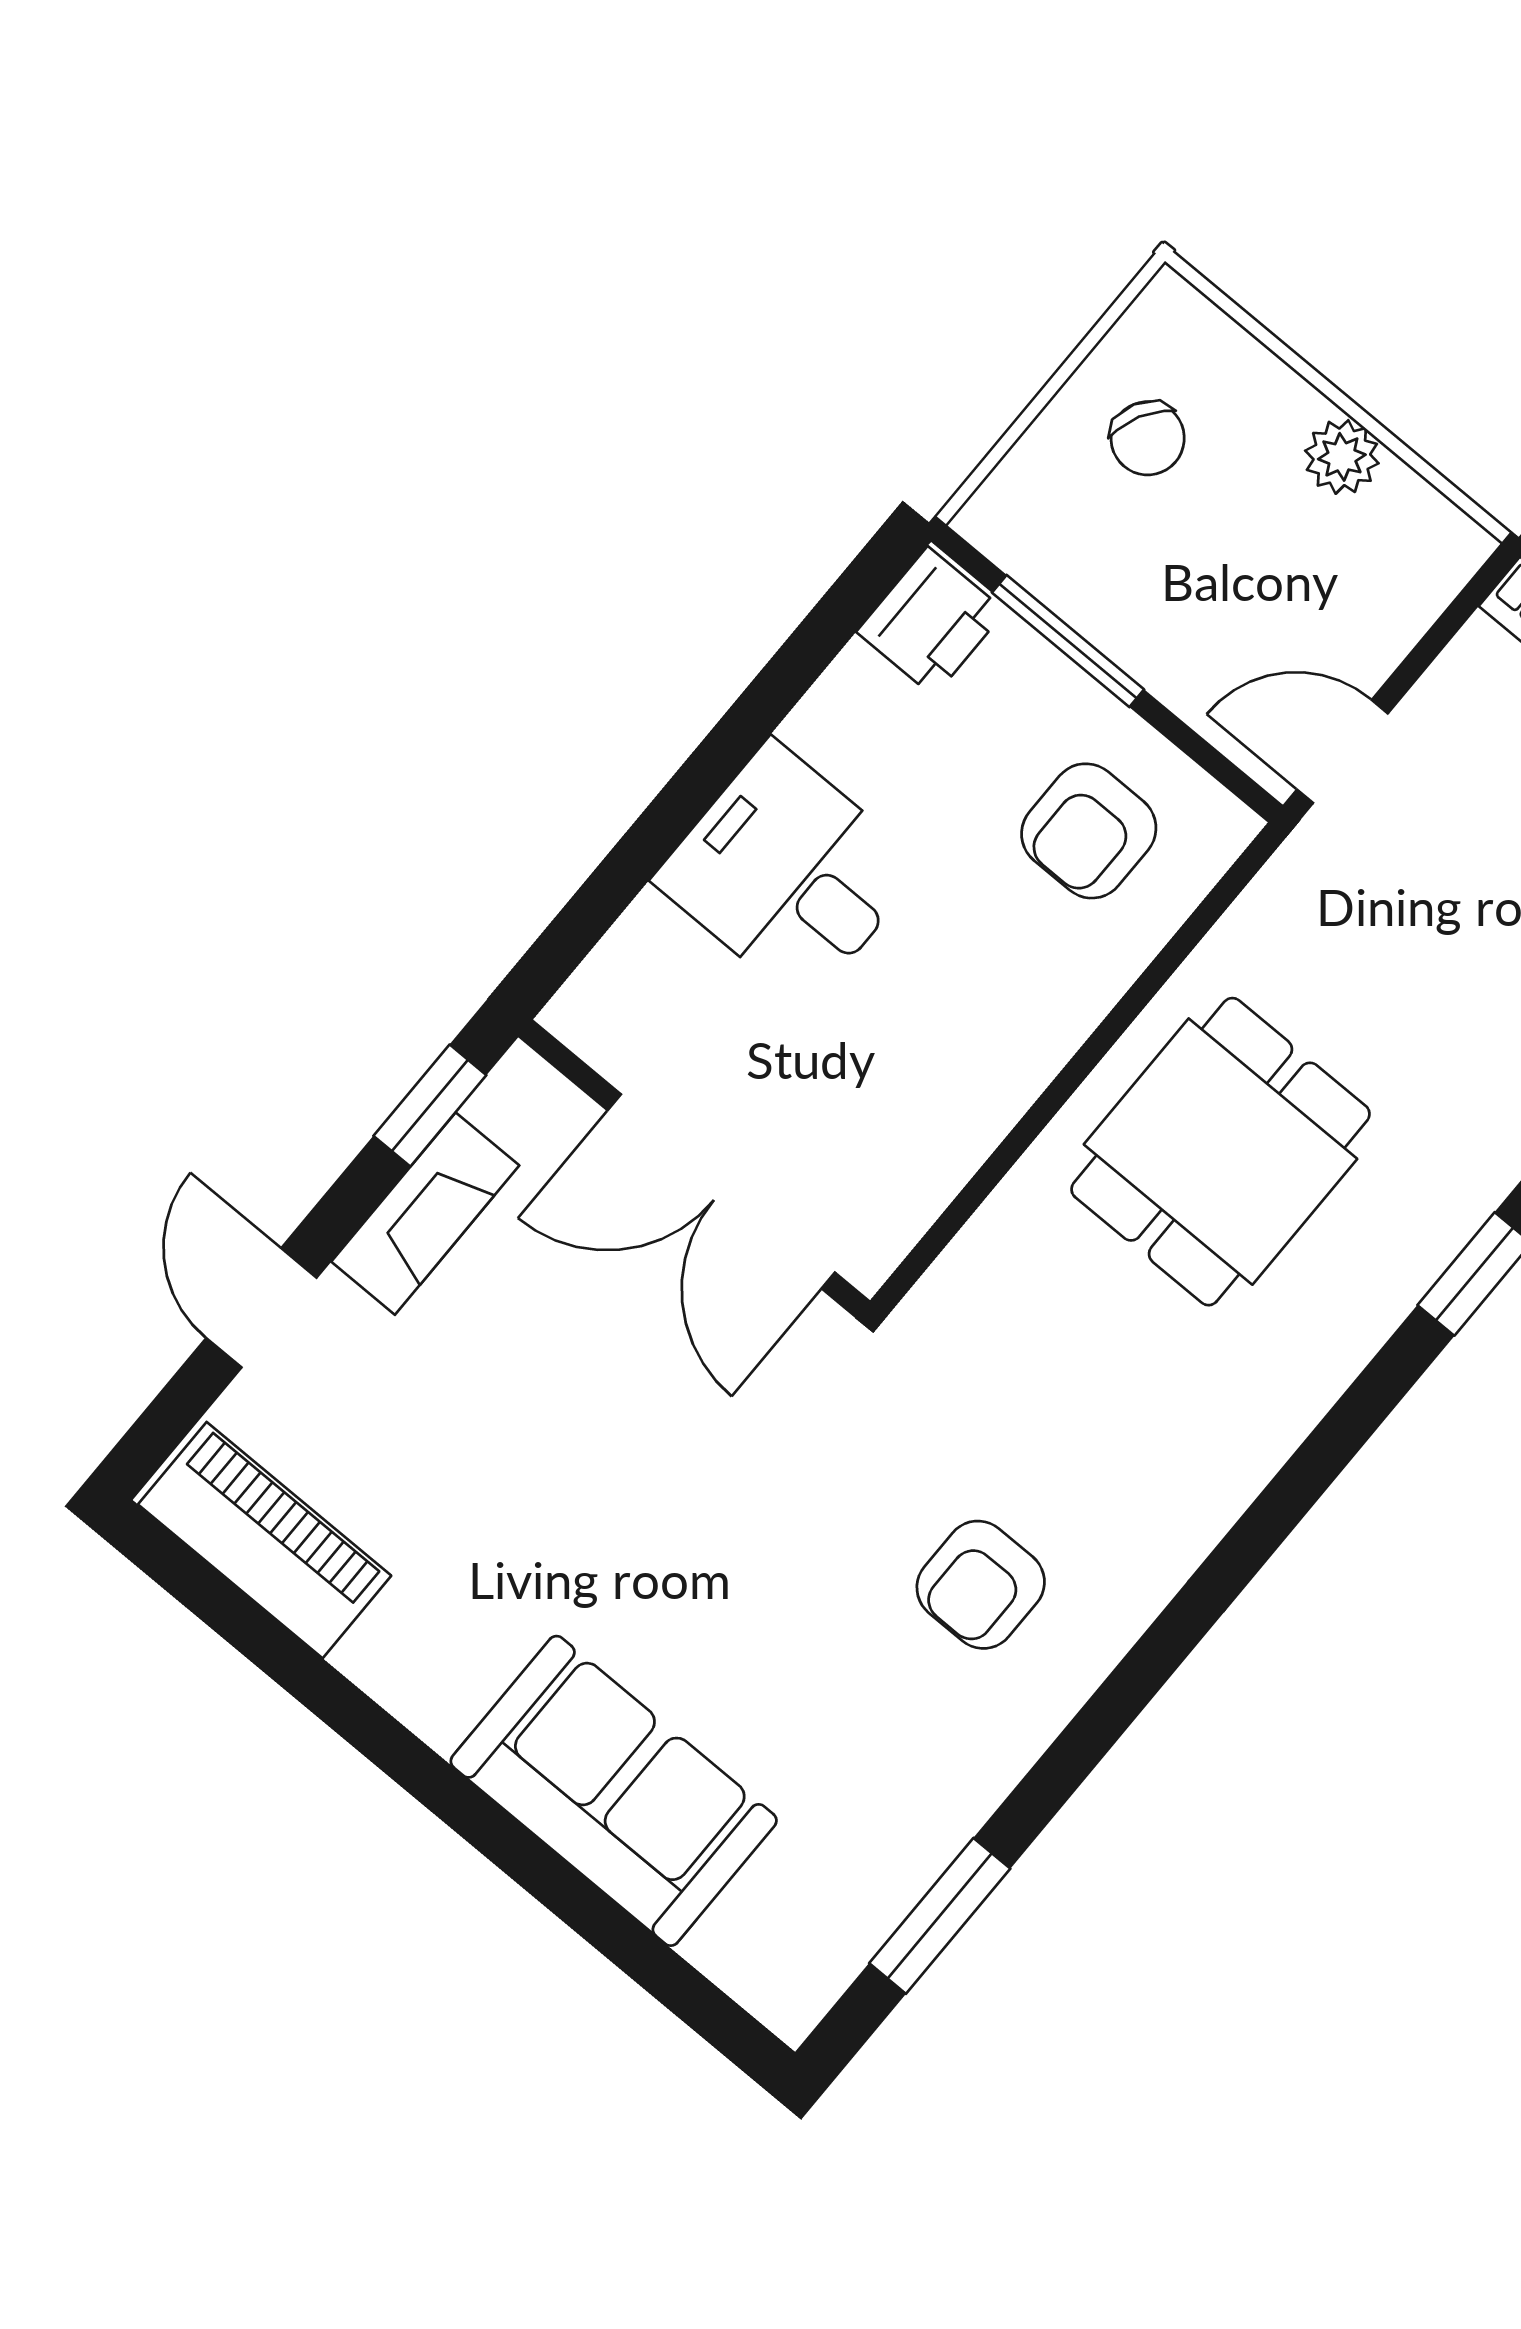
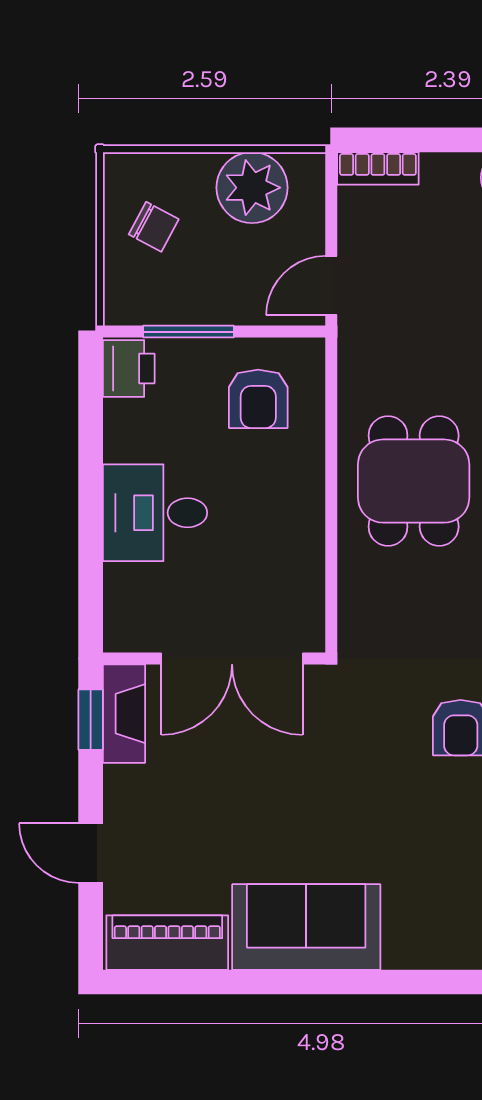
plant: (1342, 457) -> (252, 188), width x1.88, depth x1.88
fireplace: (425, 1214) -> (124, 714), moved
sofa: (614, 1791) -> (306, 927), moved

